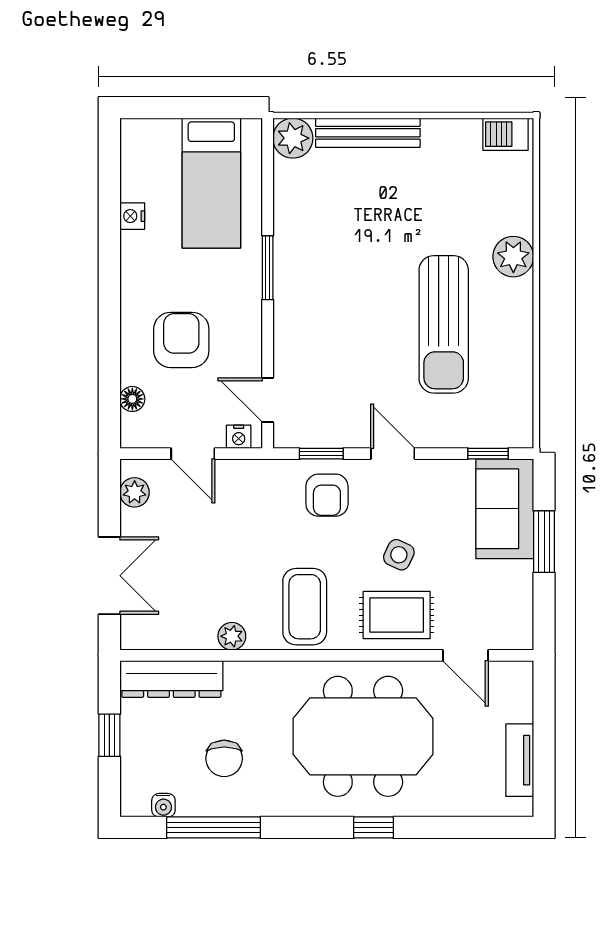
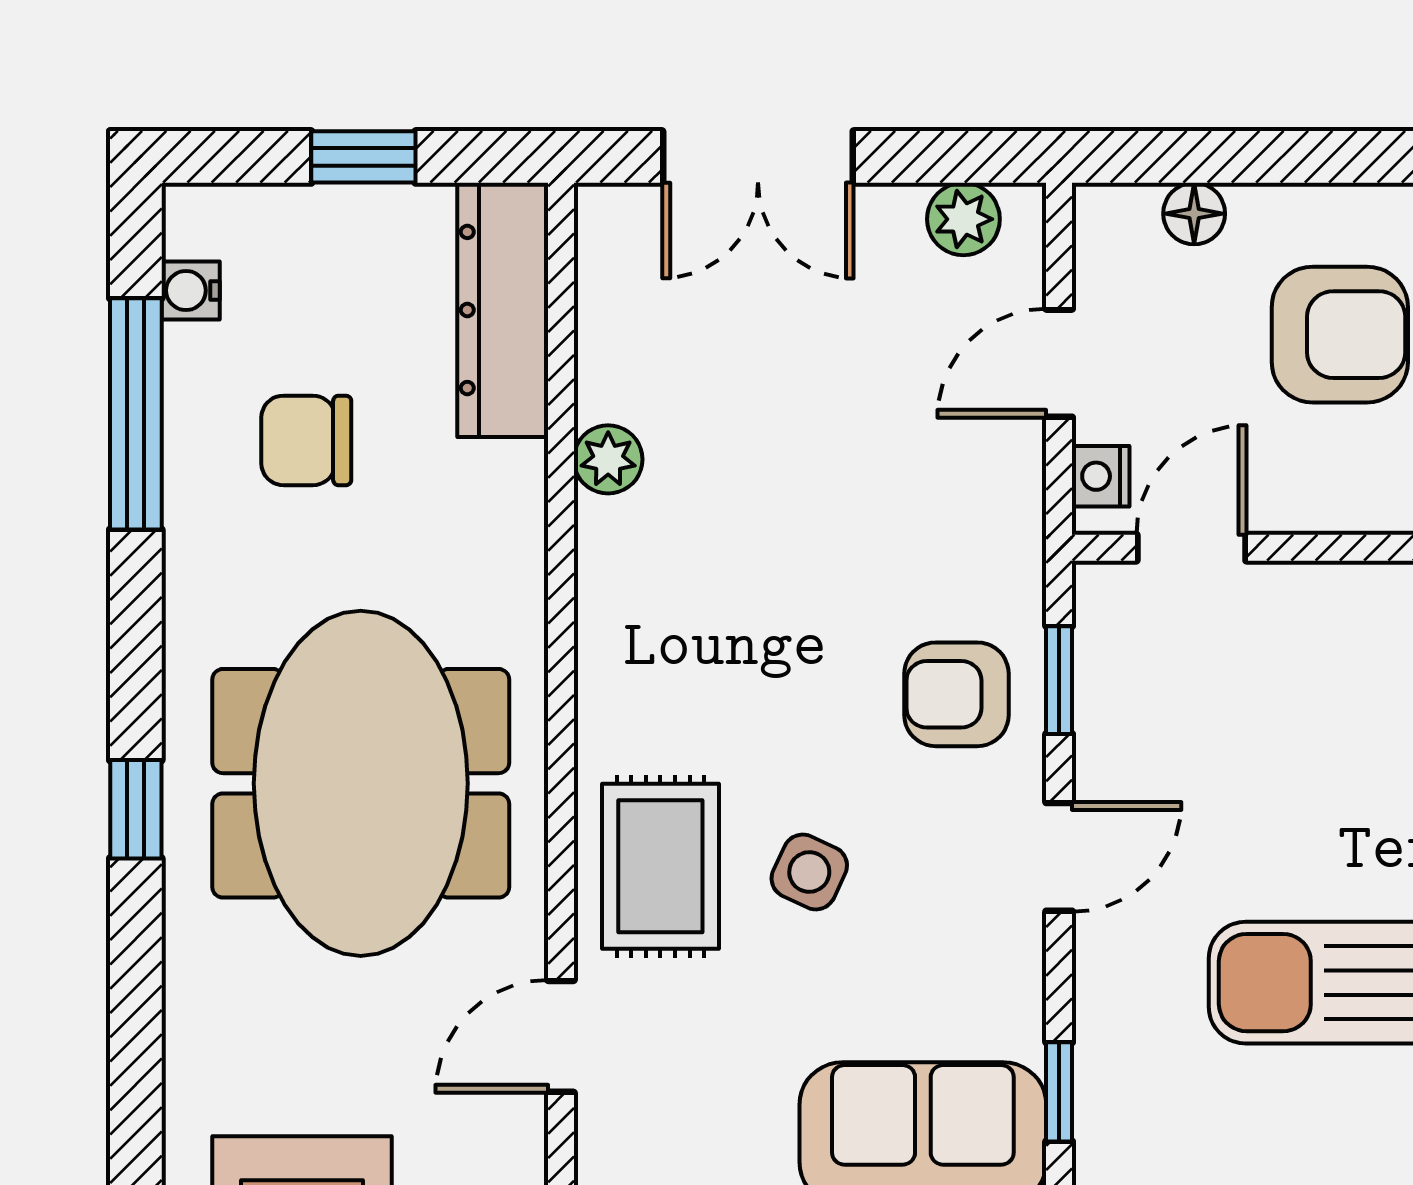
coffee table: (305, 607) -> (681, 639), removed

